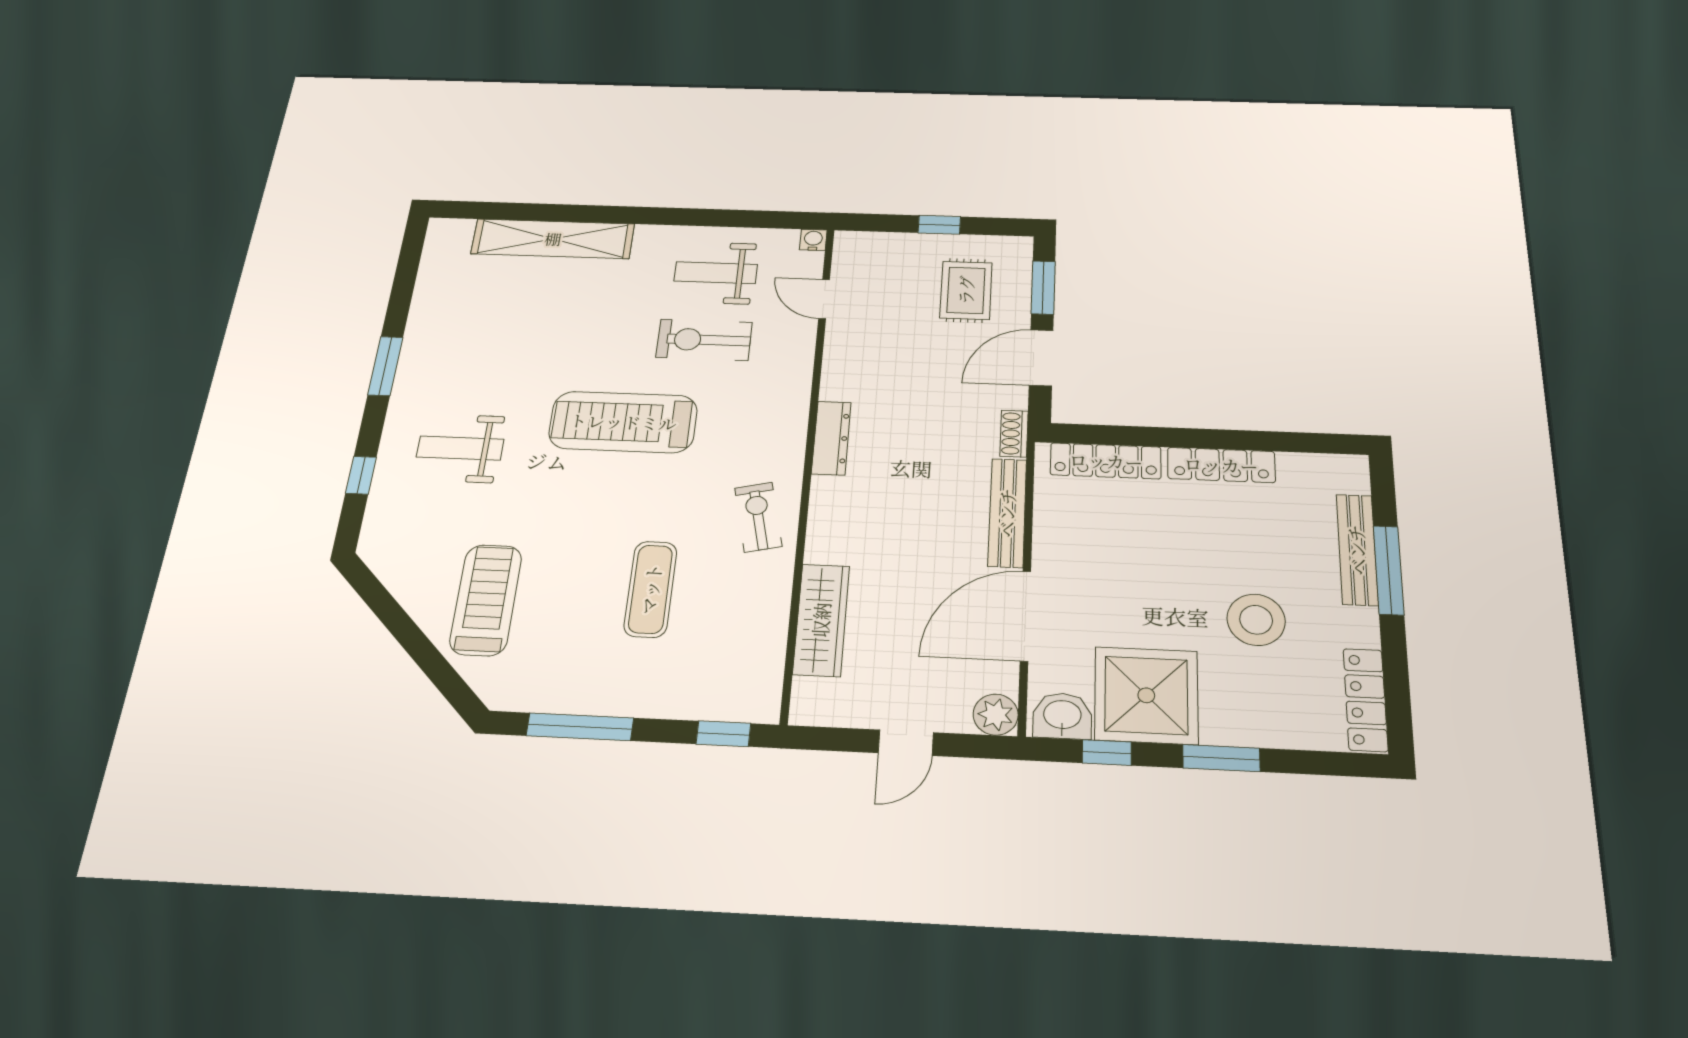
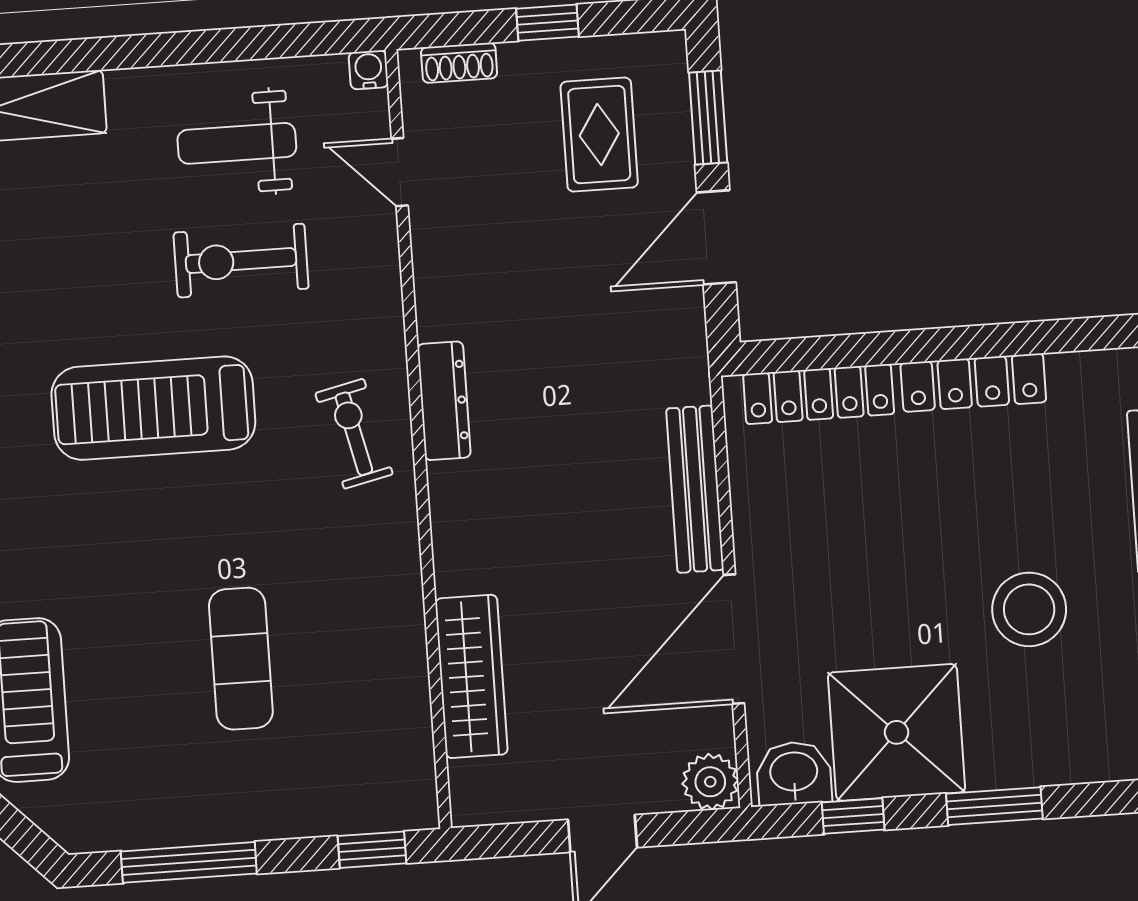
shoe rack: (1014, 434) -> (459, 63), moved, turned -90
exercise bike: (758, 517) -> (354, 434), moved

